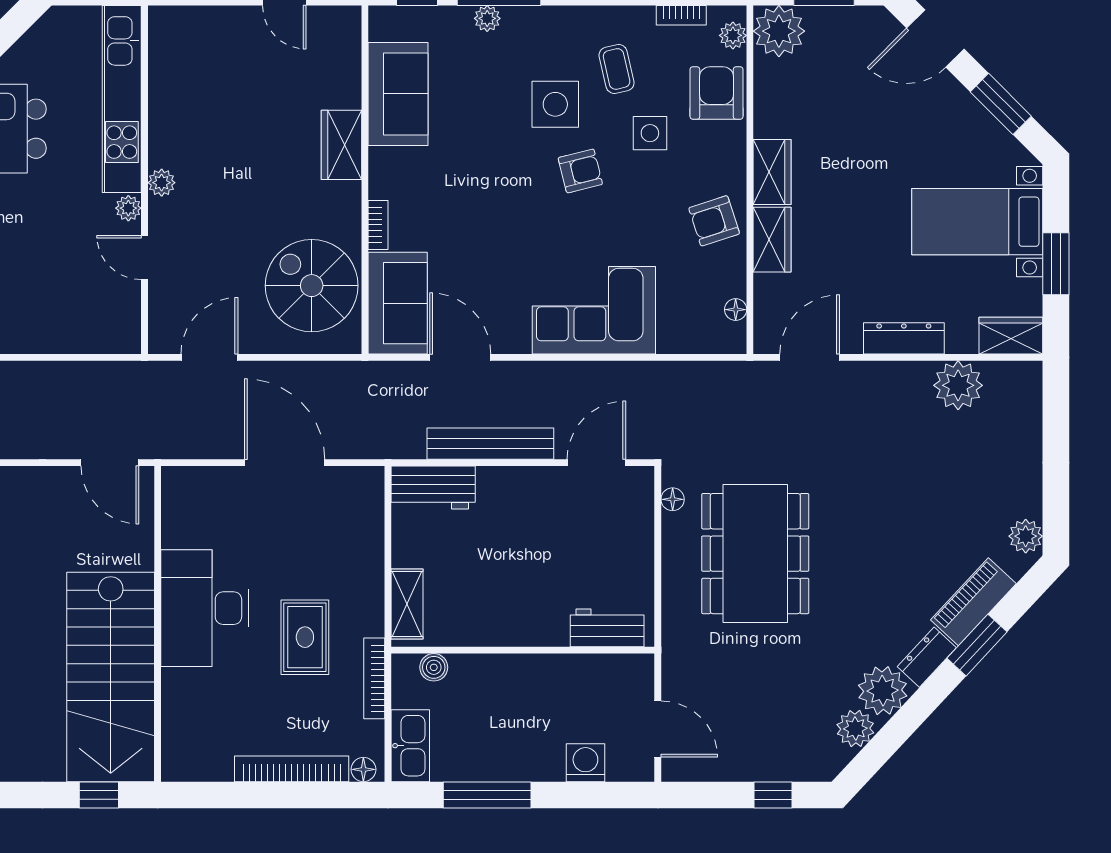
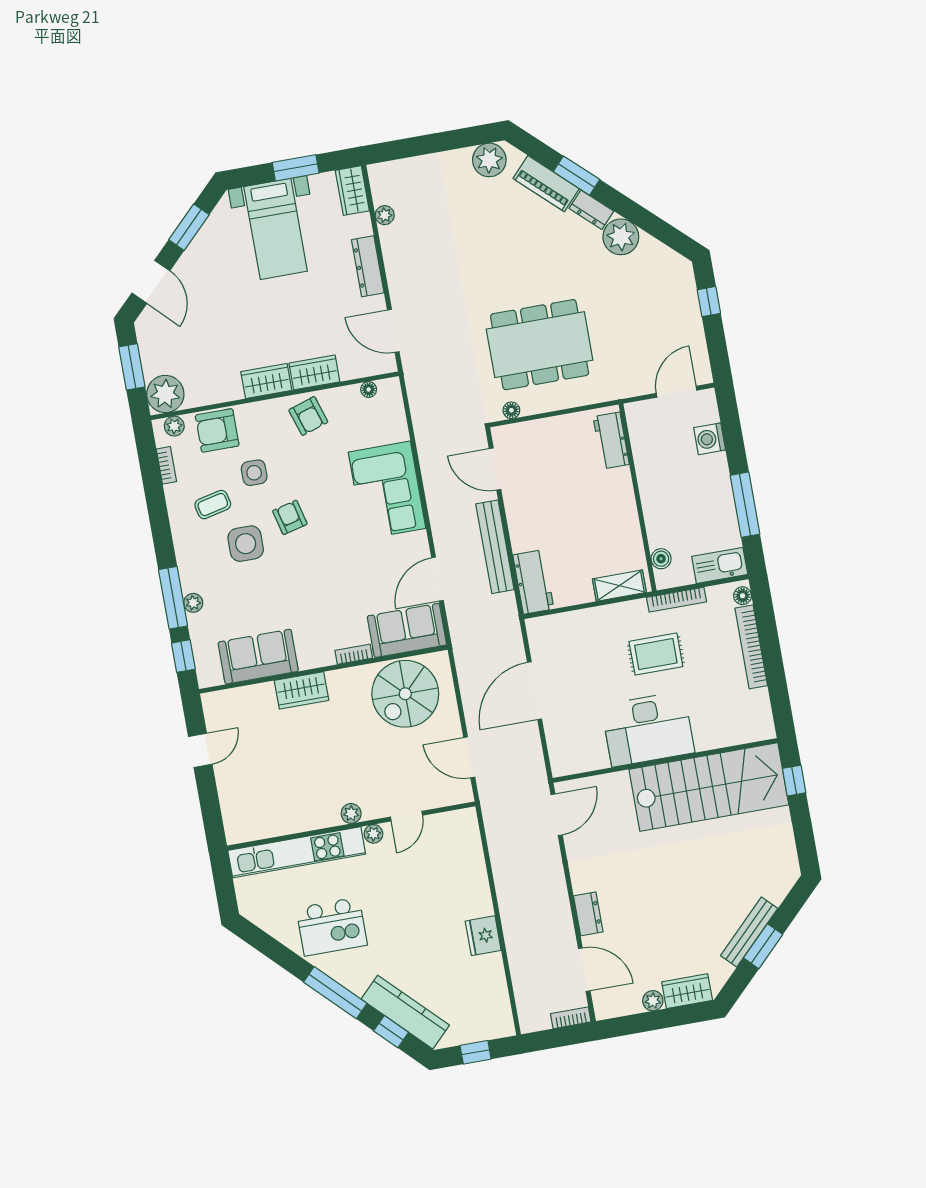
plant: (958, 385) -> (385, 215), width x0.53, depth x0.53
plant: (1026, 536) -> (489, 160), width x1.36, depth x1.36
plant: (855, 729) -> (651, 251), removed

